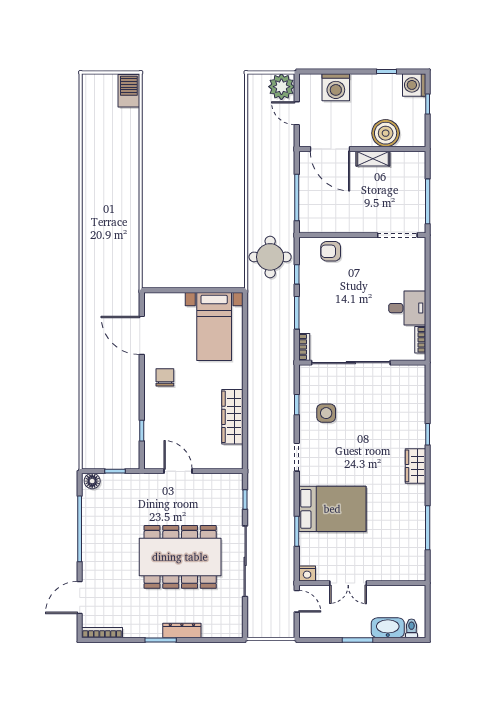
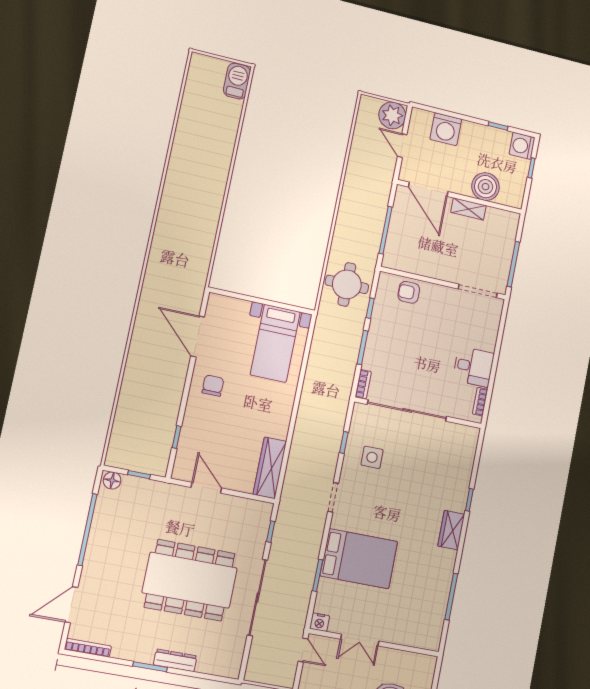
wardrobe: (232, 417) -> (270, 468), moved

